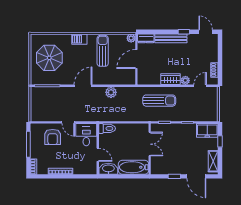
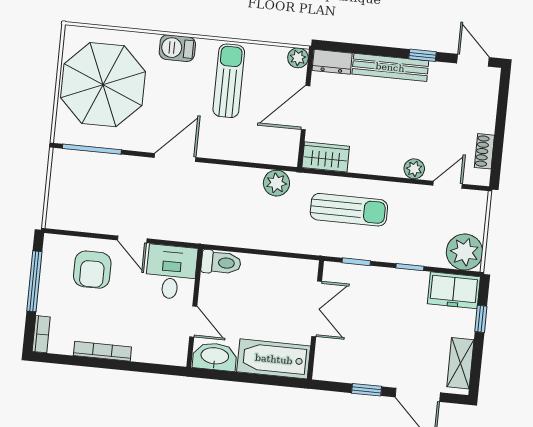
parasol: (49, 58) -> (103, 85), width x1.36, depth x1.36
wardrobe: (170, 79) -> (326, 157), moved
plant: (111, 92) -> (276, 183), moved
plant: (210, 114) -> (465, 252), added

